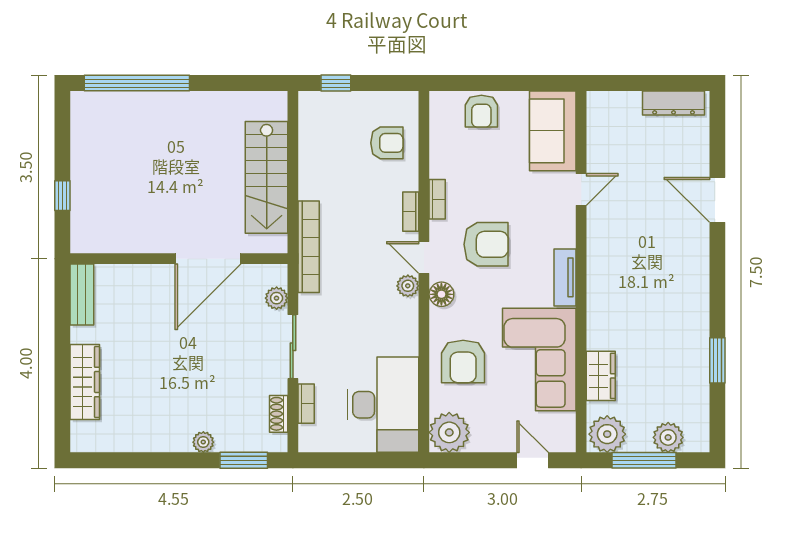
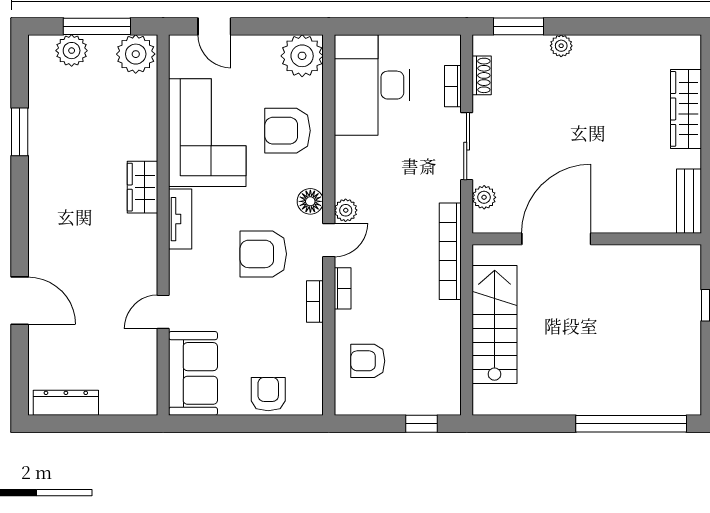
door: (424, 258) -> (329, 240), hinge flipped
armchair: (463, 361) -> (288, 131), turned -90
wardrobe: (601, 376) -> (143, 187), moved

